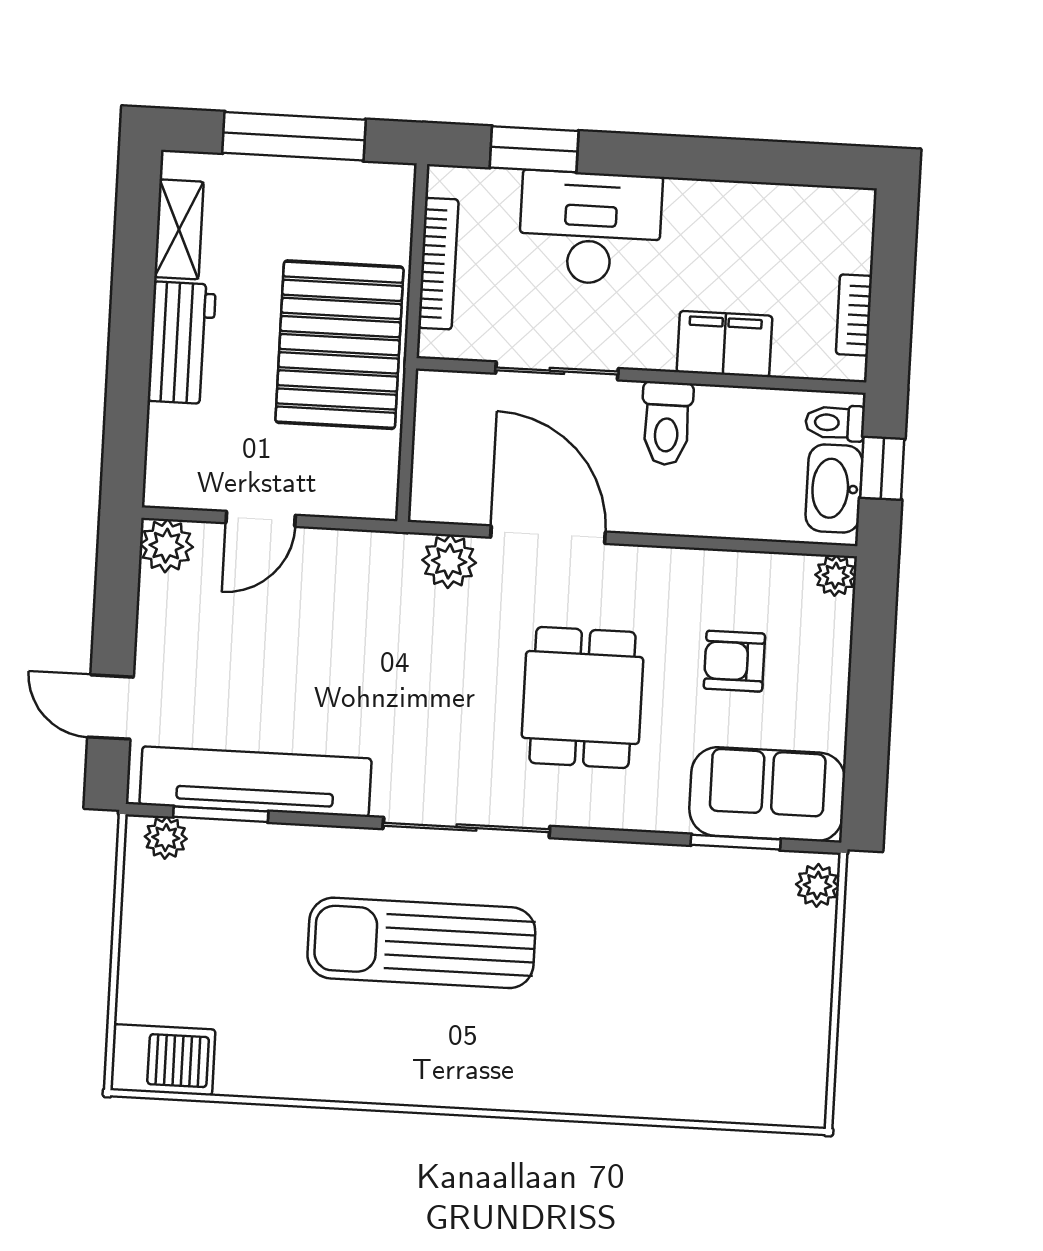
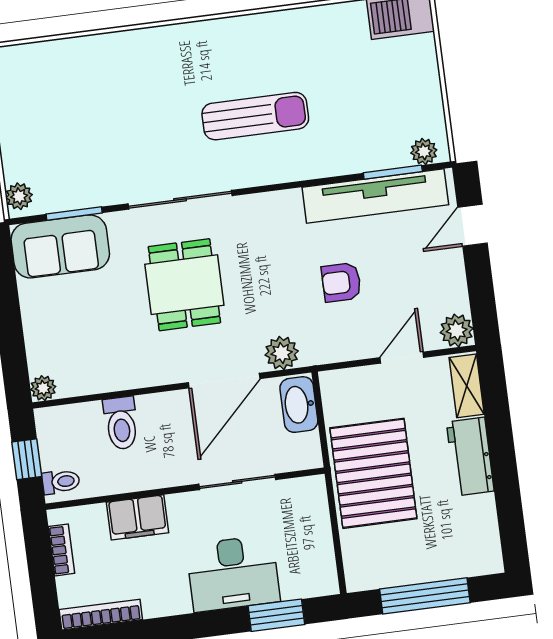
shelving: (179, 229) -> (467, 386), moved
bookcase: (438, 264) -> (101, 615), moved, turned 90
toilet: (667, 423) -> (121, 423), moved, turned 180
washbasin: (834, 488) -> (299, 405), moved, turned 180
door: (548, 535) -> (224, 381), hinge flipped
armchair: (734, 661) -> (341, 282), moved, turned 180
door: (110, 707) -> (473, 225), swing flipped
sliding door: (466, 828) -> (180, 200), moved
sun lounger: (421, 943) -> (255, 116), width x0.73, depth x0.75

